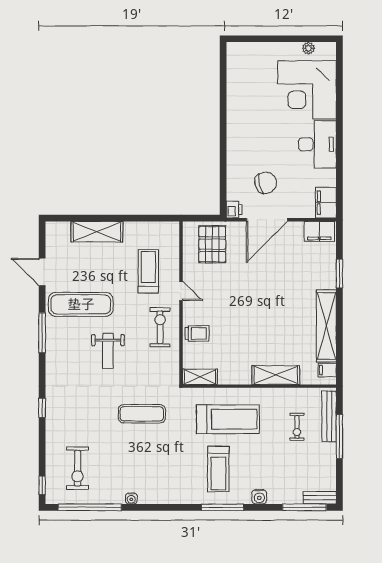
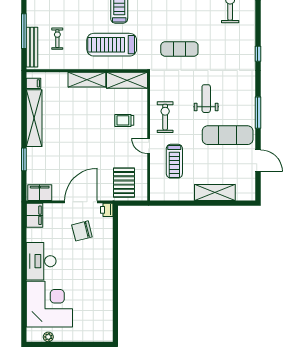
exercise bike: (160, 327) -> (165, 117), turned 180
trolley: (197, 333) -> (124, 120), moved
shelving: (276, 375) -> (87, 80), moved
shelving: (200, 377) -> (127, 80), width x1.50, depth x1.33

